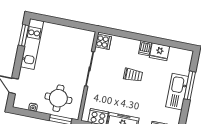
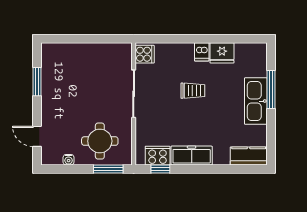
window: (24, 35) -> (37, 82), moved
kitchen unit: (32, 44) -> (50, 76), removed

